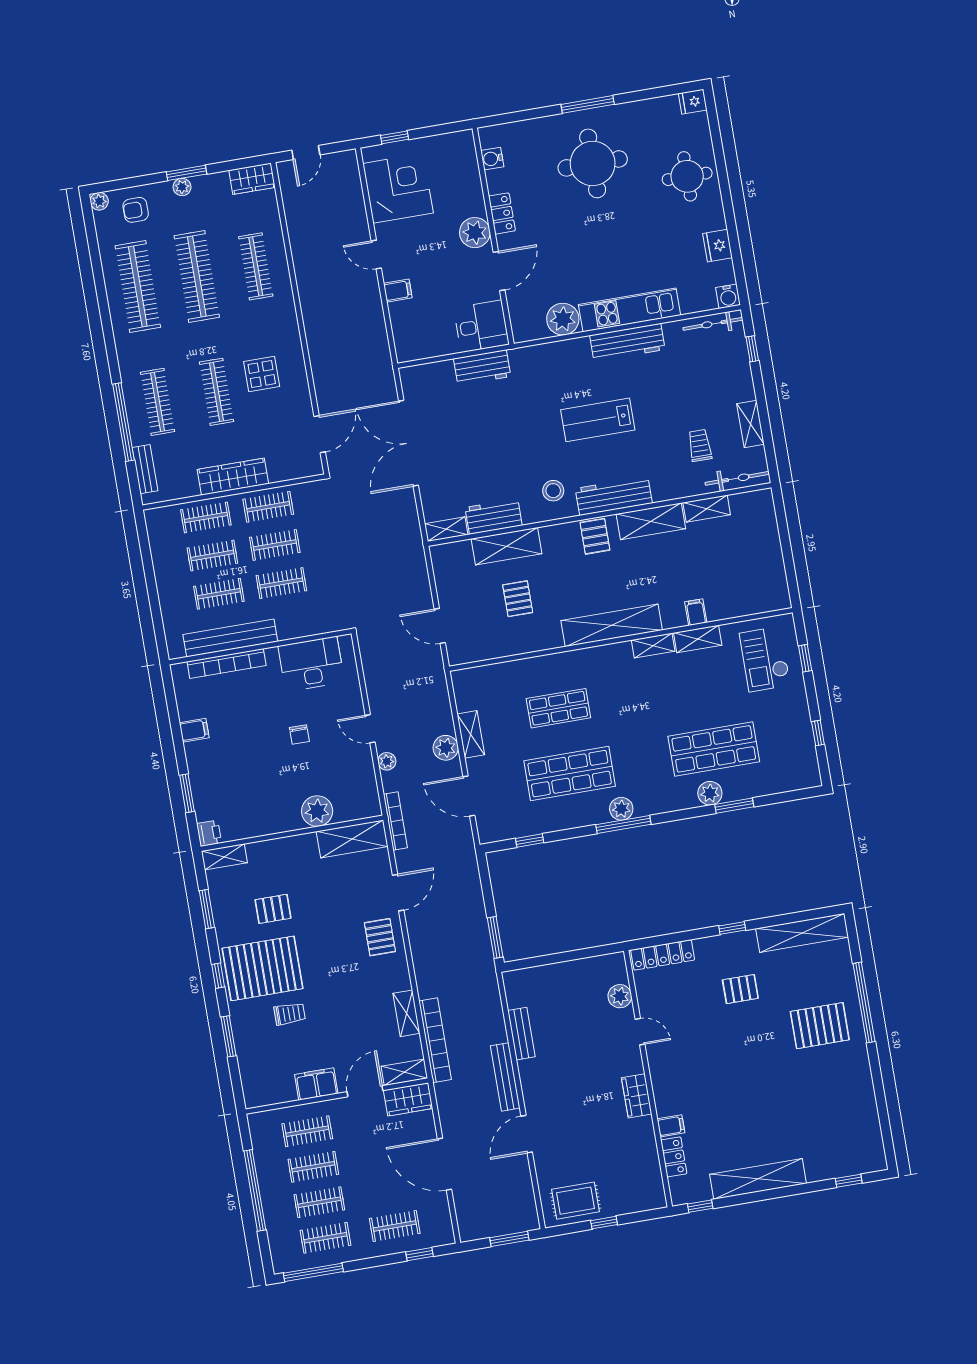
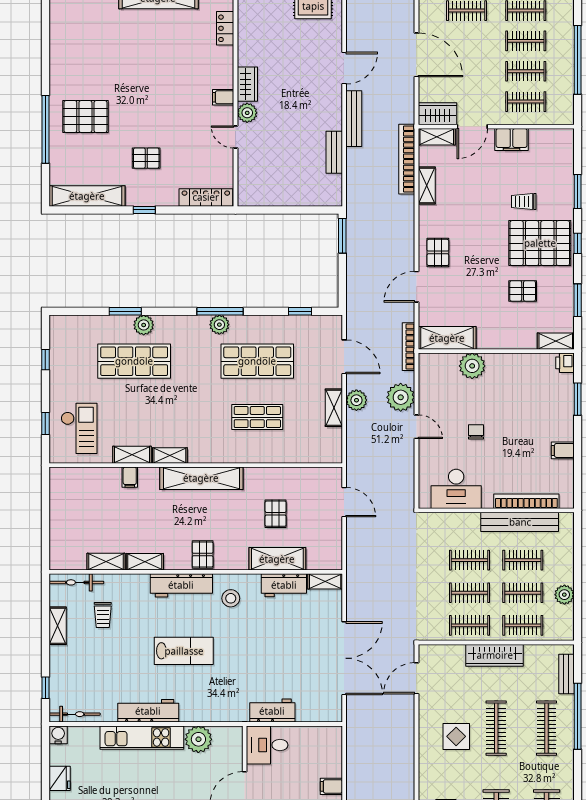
shelving: (651, 521) -> (145, 562), width x0.67, depth x0.75
plant: (163, 562) -> (564, 595), added
plant: (387, 761) -> (401, 397), width x1.87, depth x1.87
plant: (620, 996) -> (247, 113), moved
filing cabinet: (671, 1126) -> (223, 97), moved

